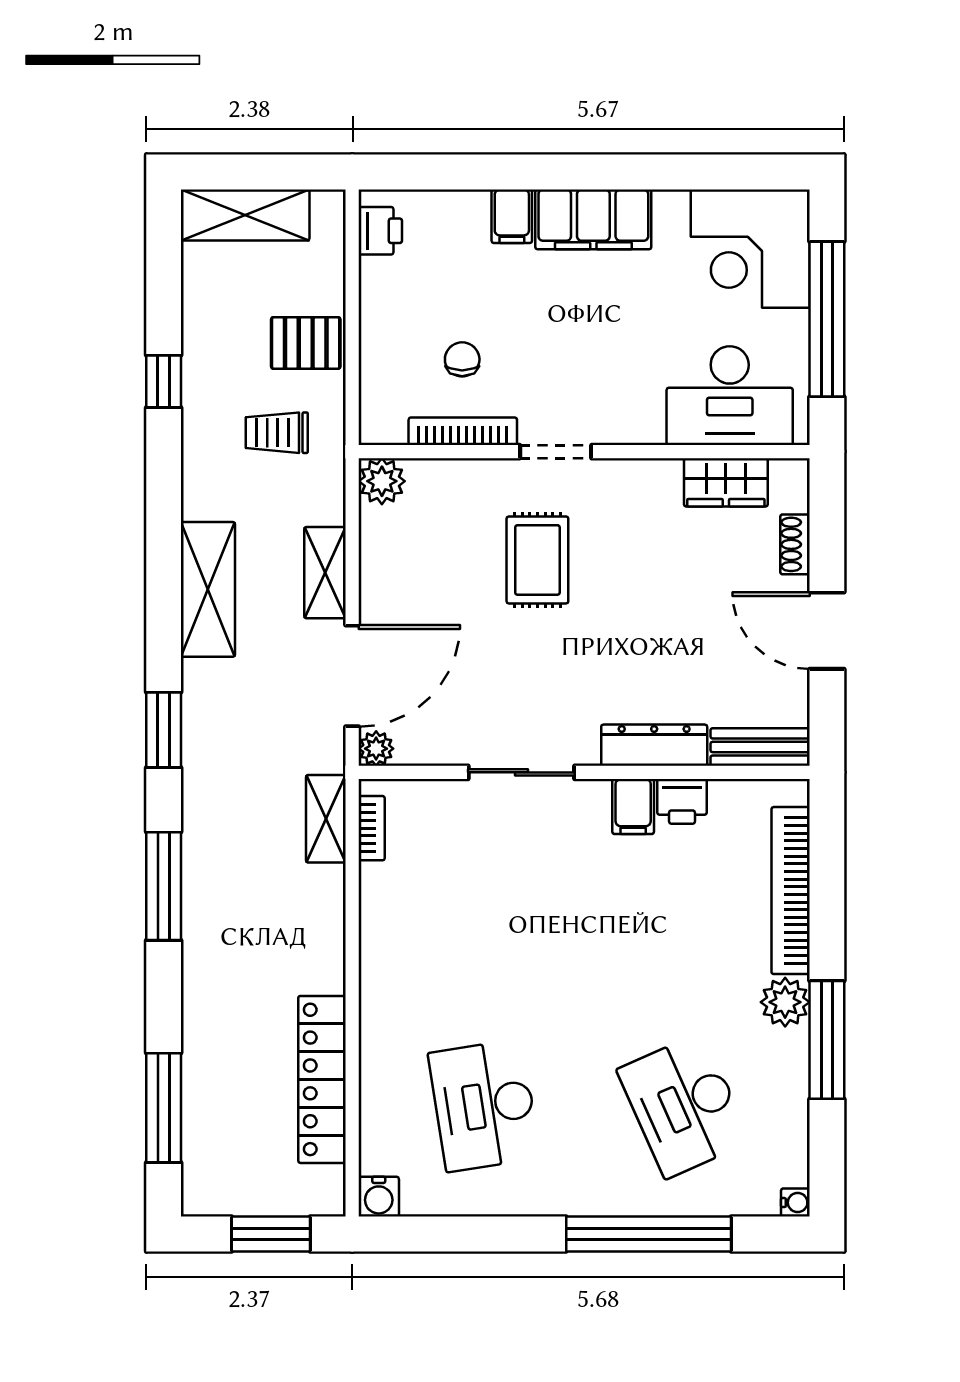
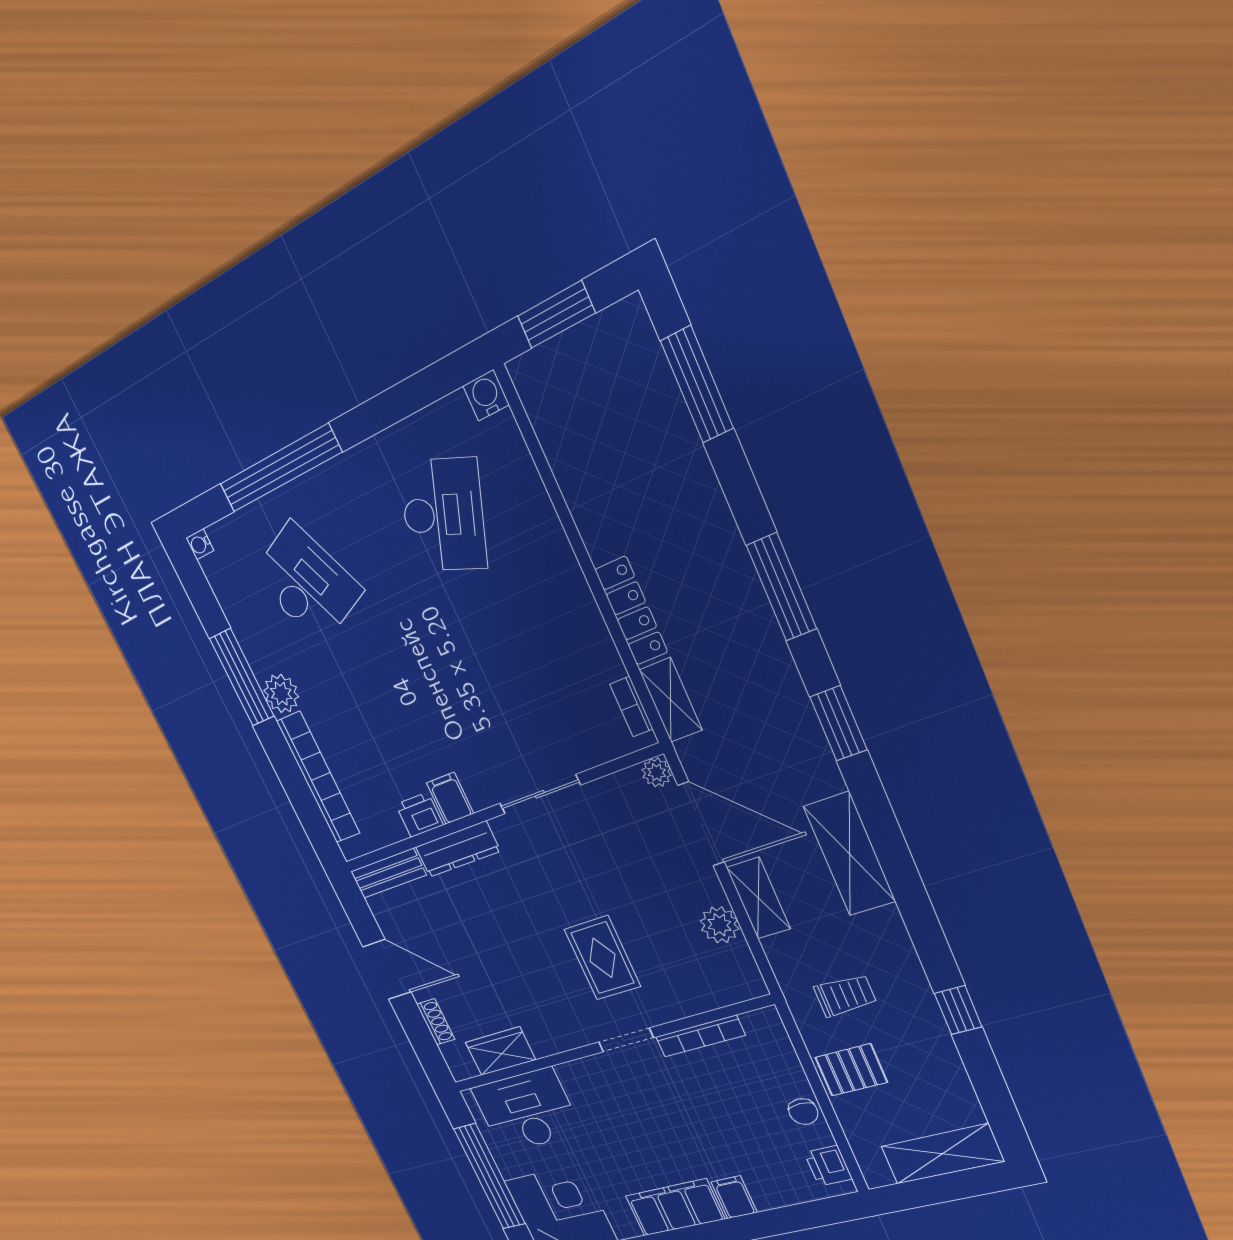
chair: (462, 359) -> (803, 1112), moved
plant: (382, 481) -> (719, 925), moved
door: (352, 676) -> (701, 824), swing flipped
locker: (322, 1079) -> (631, 611), moved, width x0.71, depth x0.83
desk: (484, 1105) -> (443, 515), turned 30

